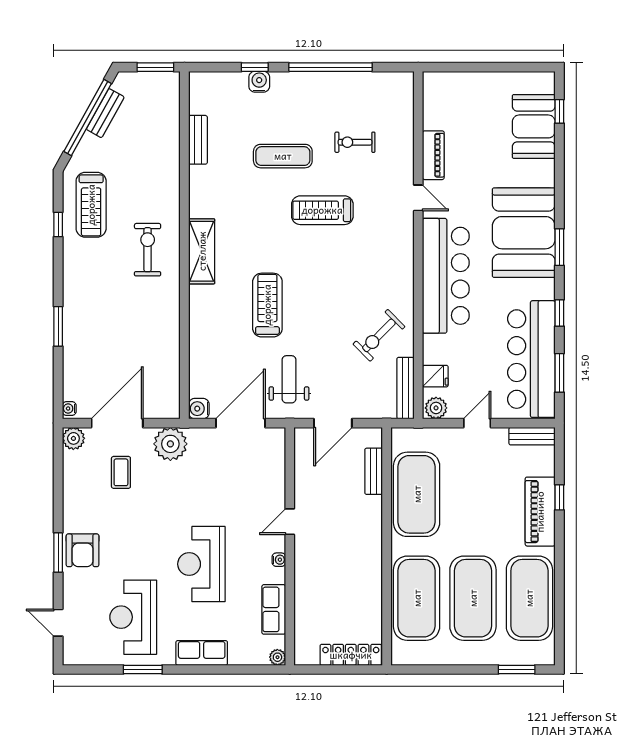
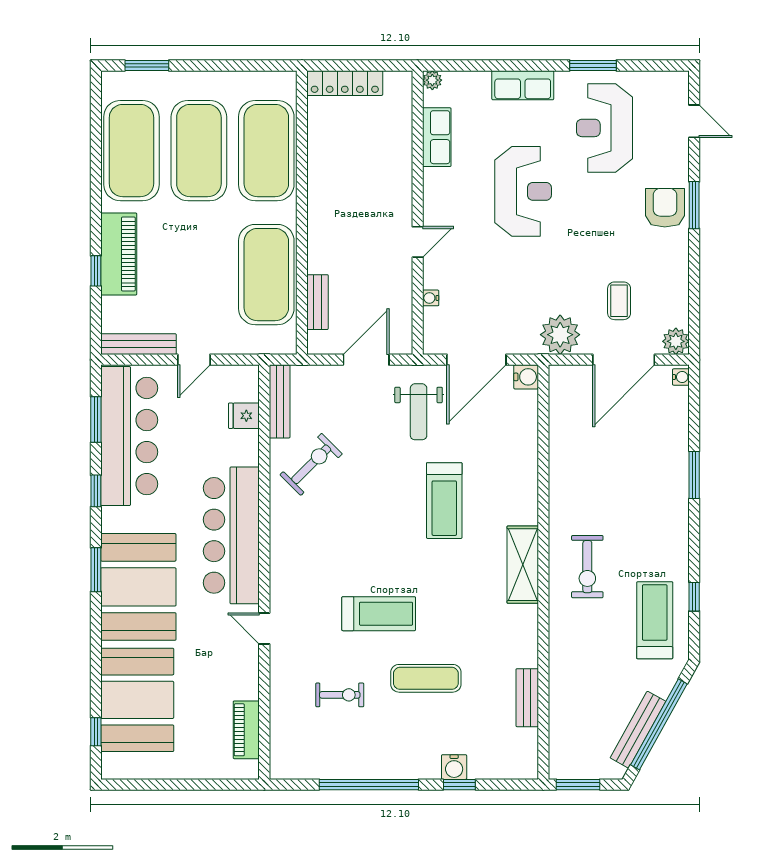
bench: (105, 113) -> (638, 730), width x1.36
booth: (534, 126) -> (137, 700), width x1.36, depth x1.42
piano: (433, 155) -> (246, 730), moved
plant: (436, 408) -> (243, 378), removed
bench: (532, 436) -> (138, 344), width x1.36
water cooler: (279, 560) -> (431, 298), moved
reception desk: (133, 617) -> (604, 128), turned 180

